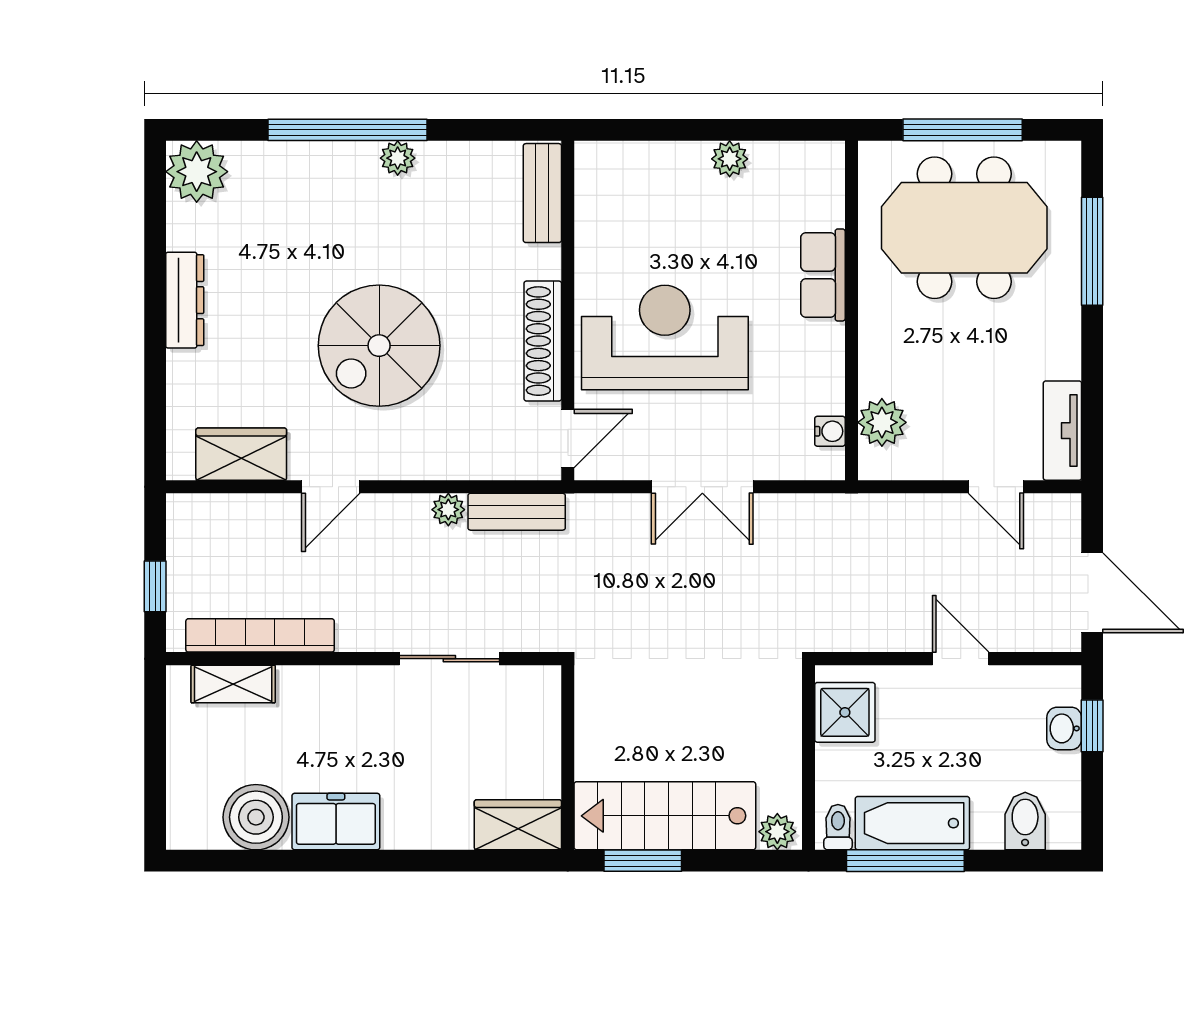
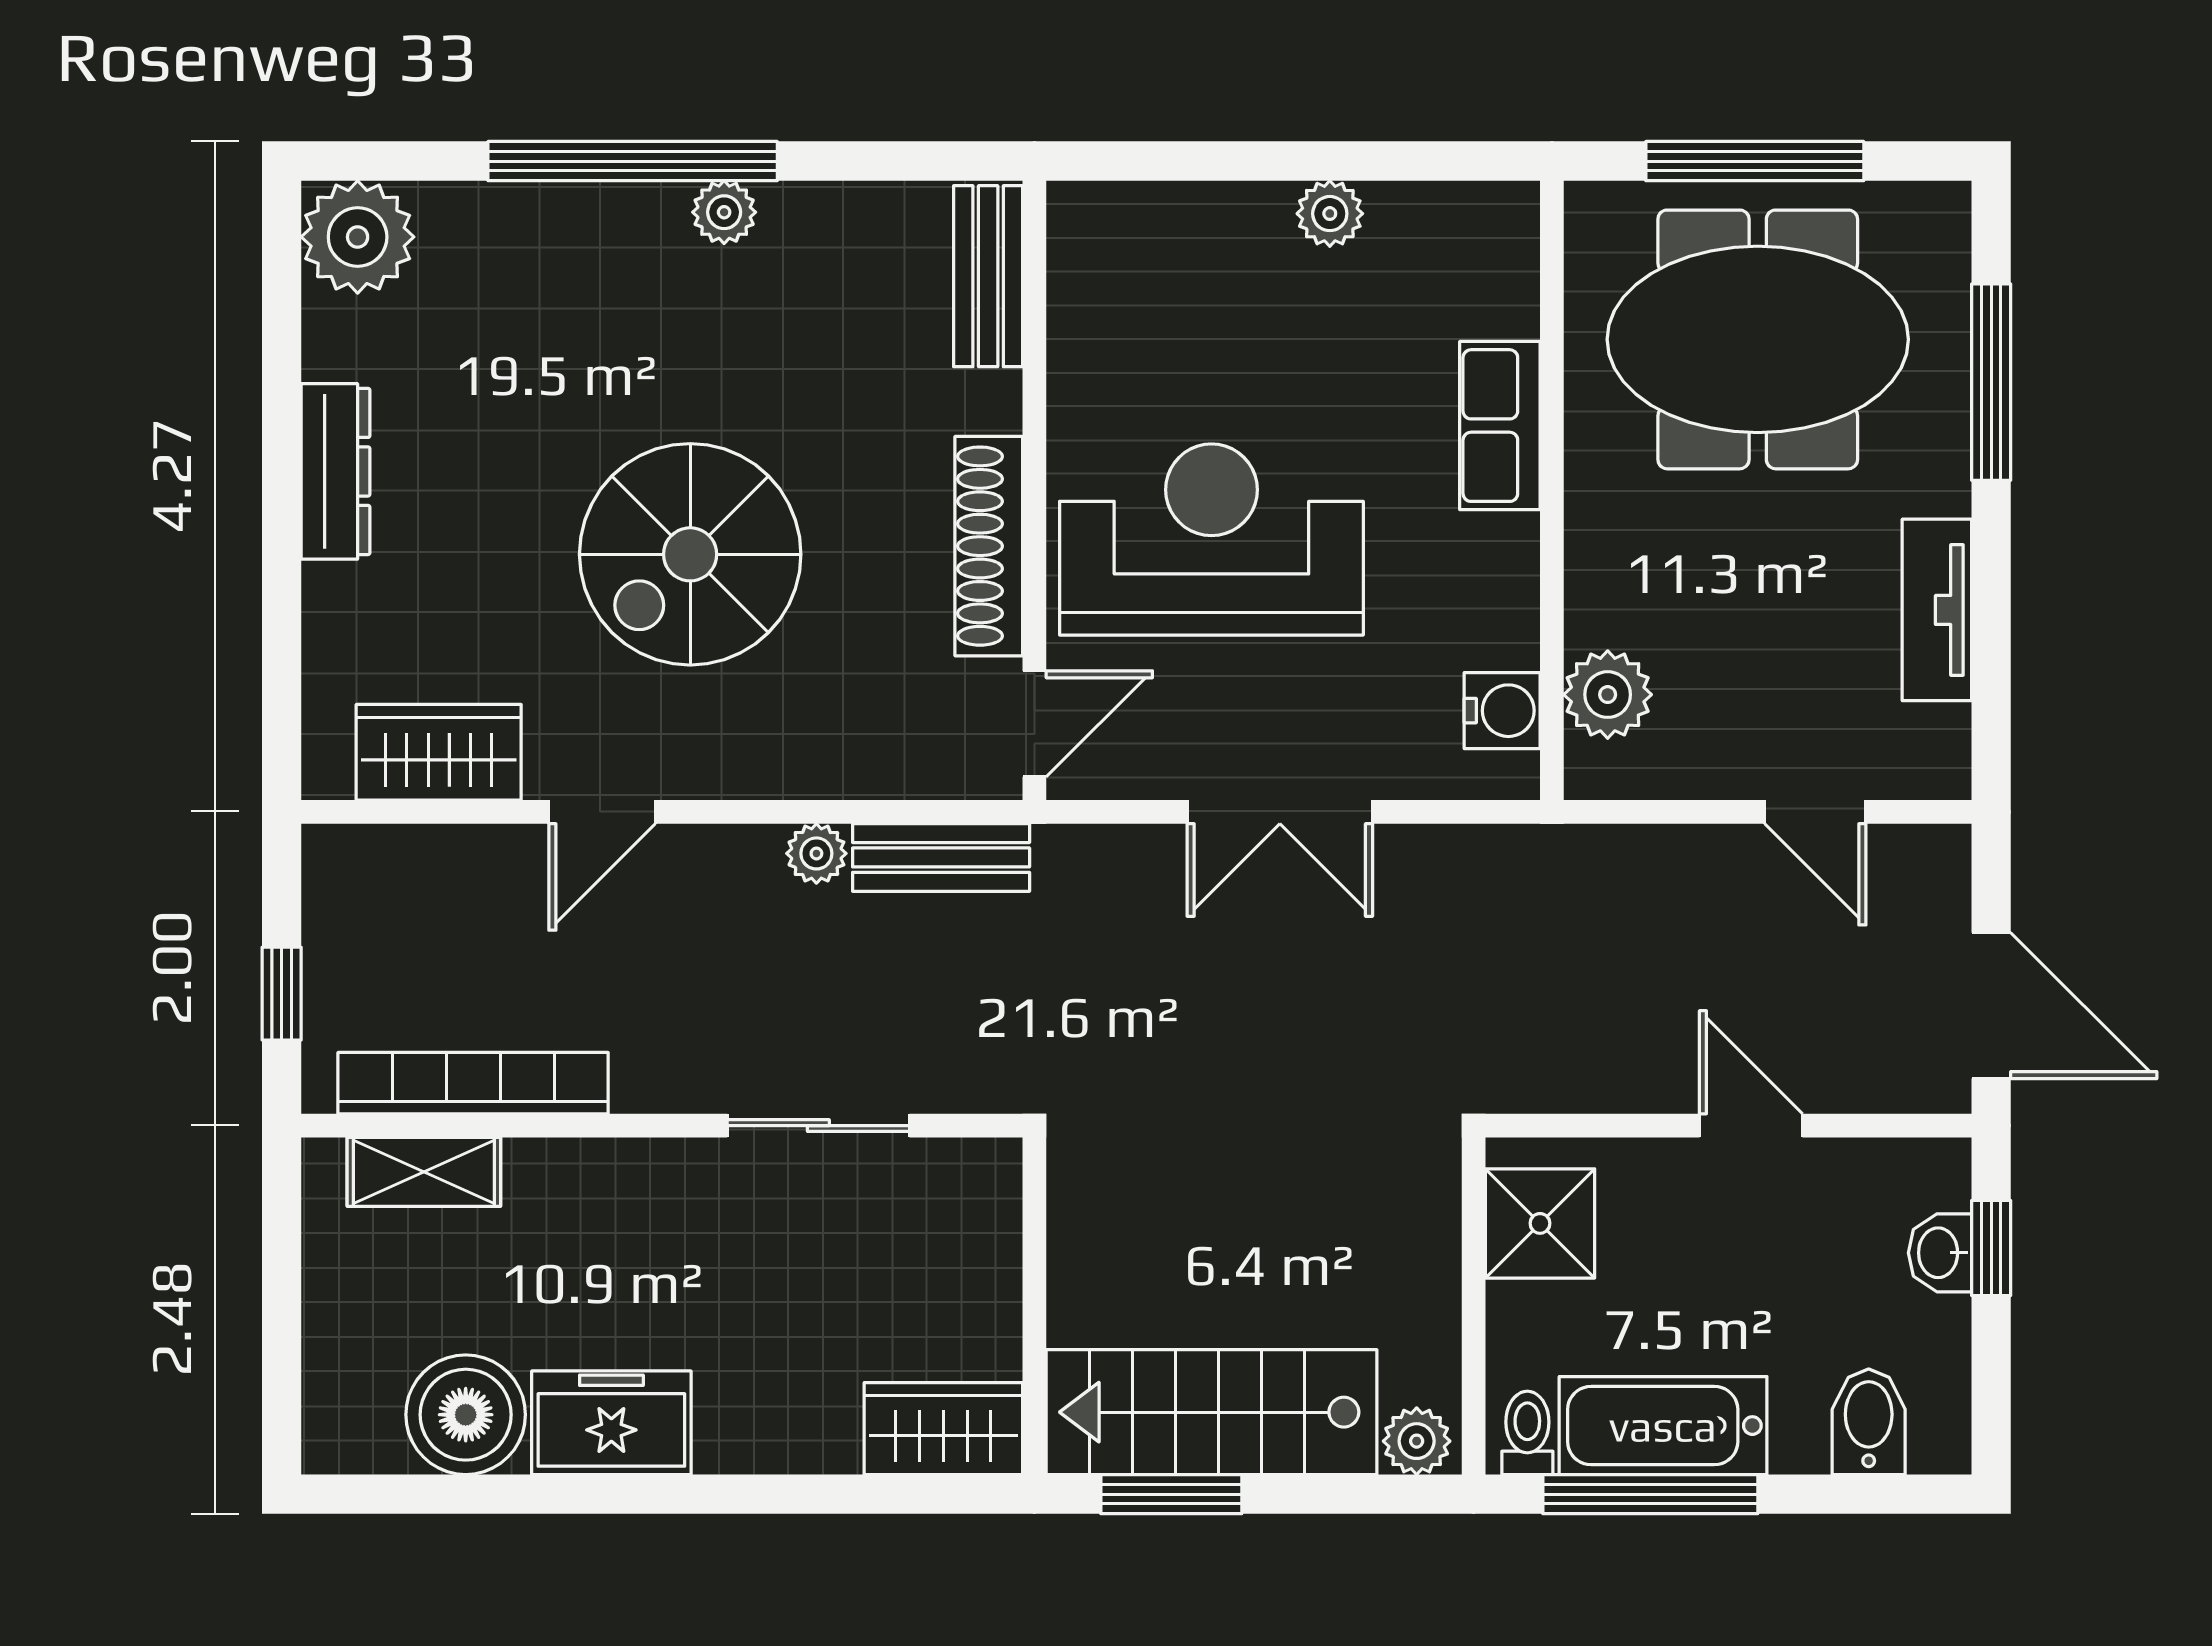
water cooler: (830, 431) -> (1502, 711), width x1.38, depth x1.38
tv unit: (1062, 431) -> (1937, 610), moved

